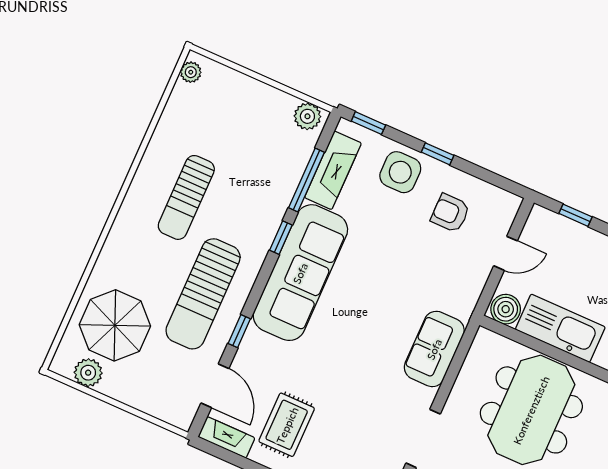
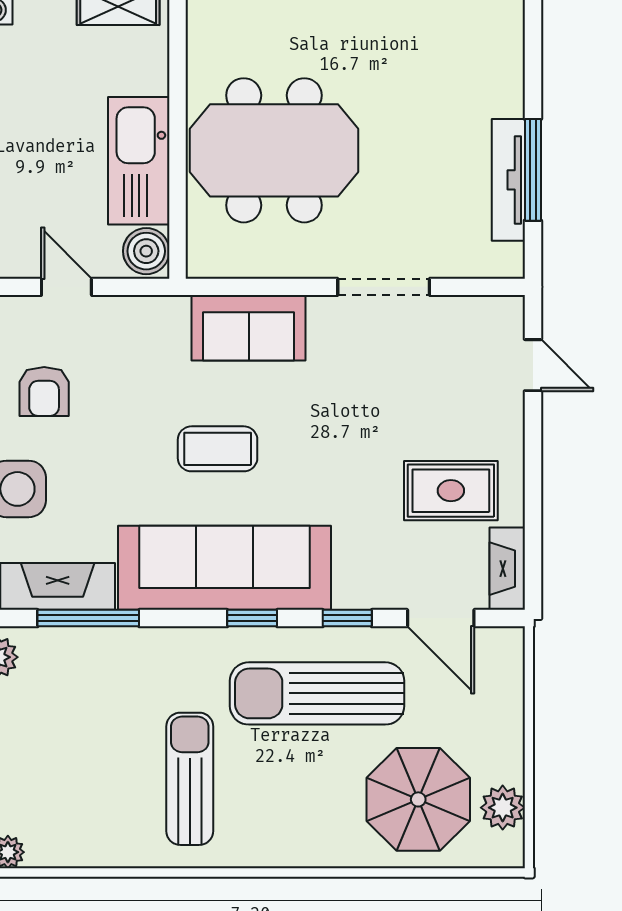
sun lounger: (186, 197) -> (190, 779), turned -90
window: (281, 238) -> (252, 618), moved
sun lounger: (203, 294) -> (317, 693), turned 180
coffee table: (372, 299) -> (218, 449), added
door: (215, 386) -> (441, 618), swing flipped

